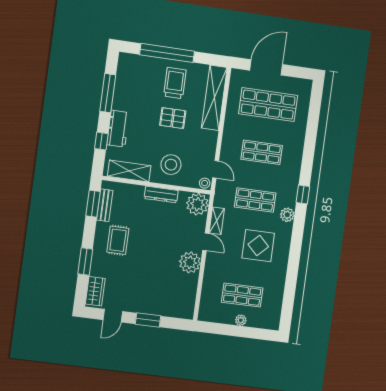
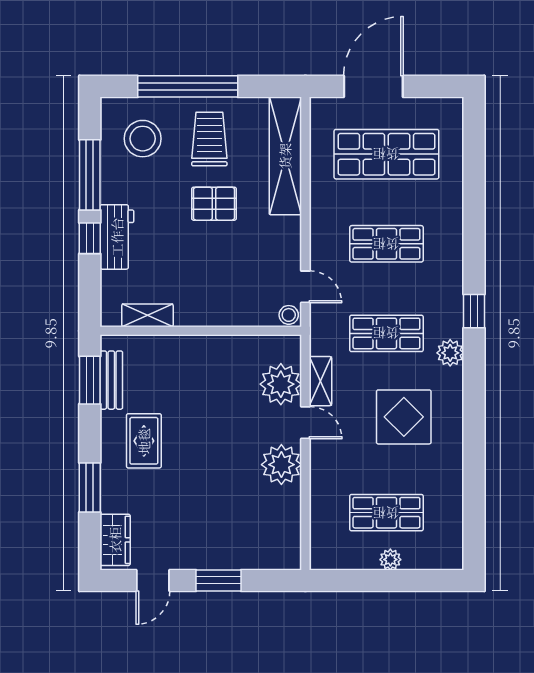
window: (101, 141) -> (90, 238), moved
stool: (171, 165) -> (143, 139), moved
shelving: (129, 171) -> (147, 315), width x0.67, depth x0.75
dresser: (161, 194) -> (212, 347), removed
plant: (197, 204) -> (281, 384), moved

